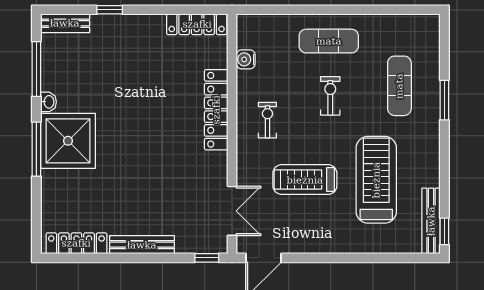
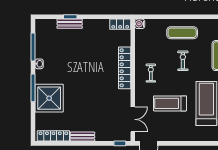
bench: (65, 23) -> (70, 24), moved
locker: (197, 24) -> (120, 24), width x0.66
water cooler: (246, 59) -> (140, 24), moved
shower: (68, 141) -> (49, 98), moved
bench: (142, 245) -> (82, 137), width x0.73

